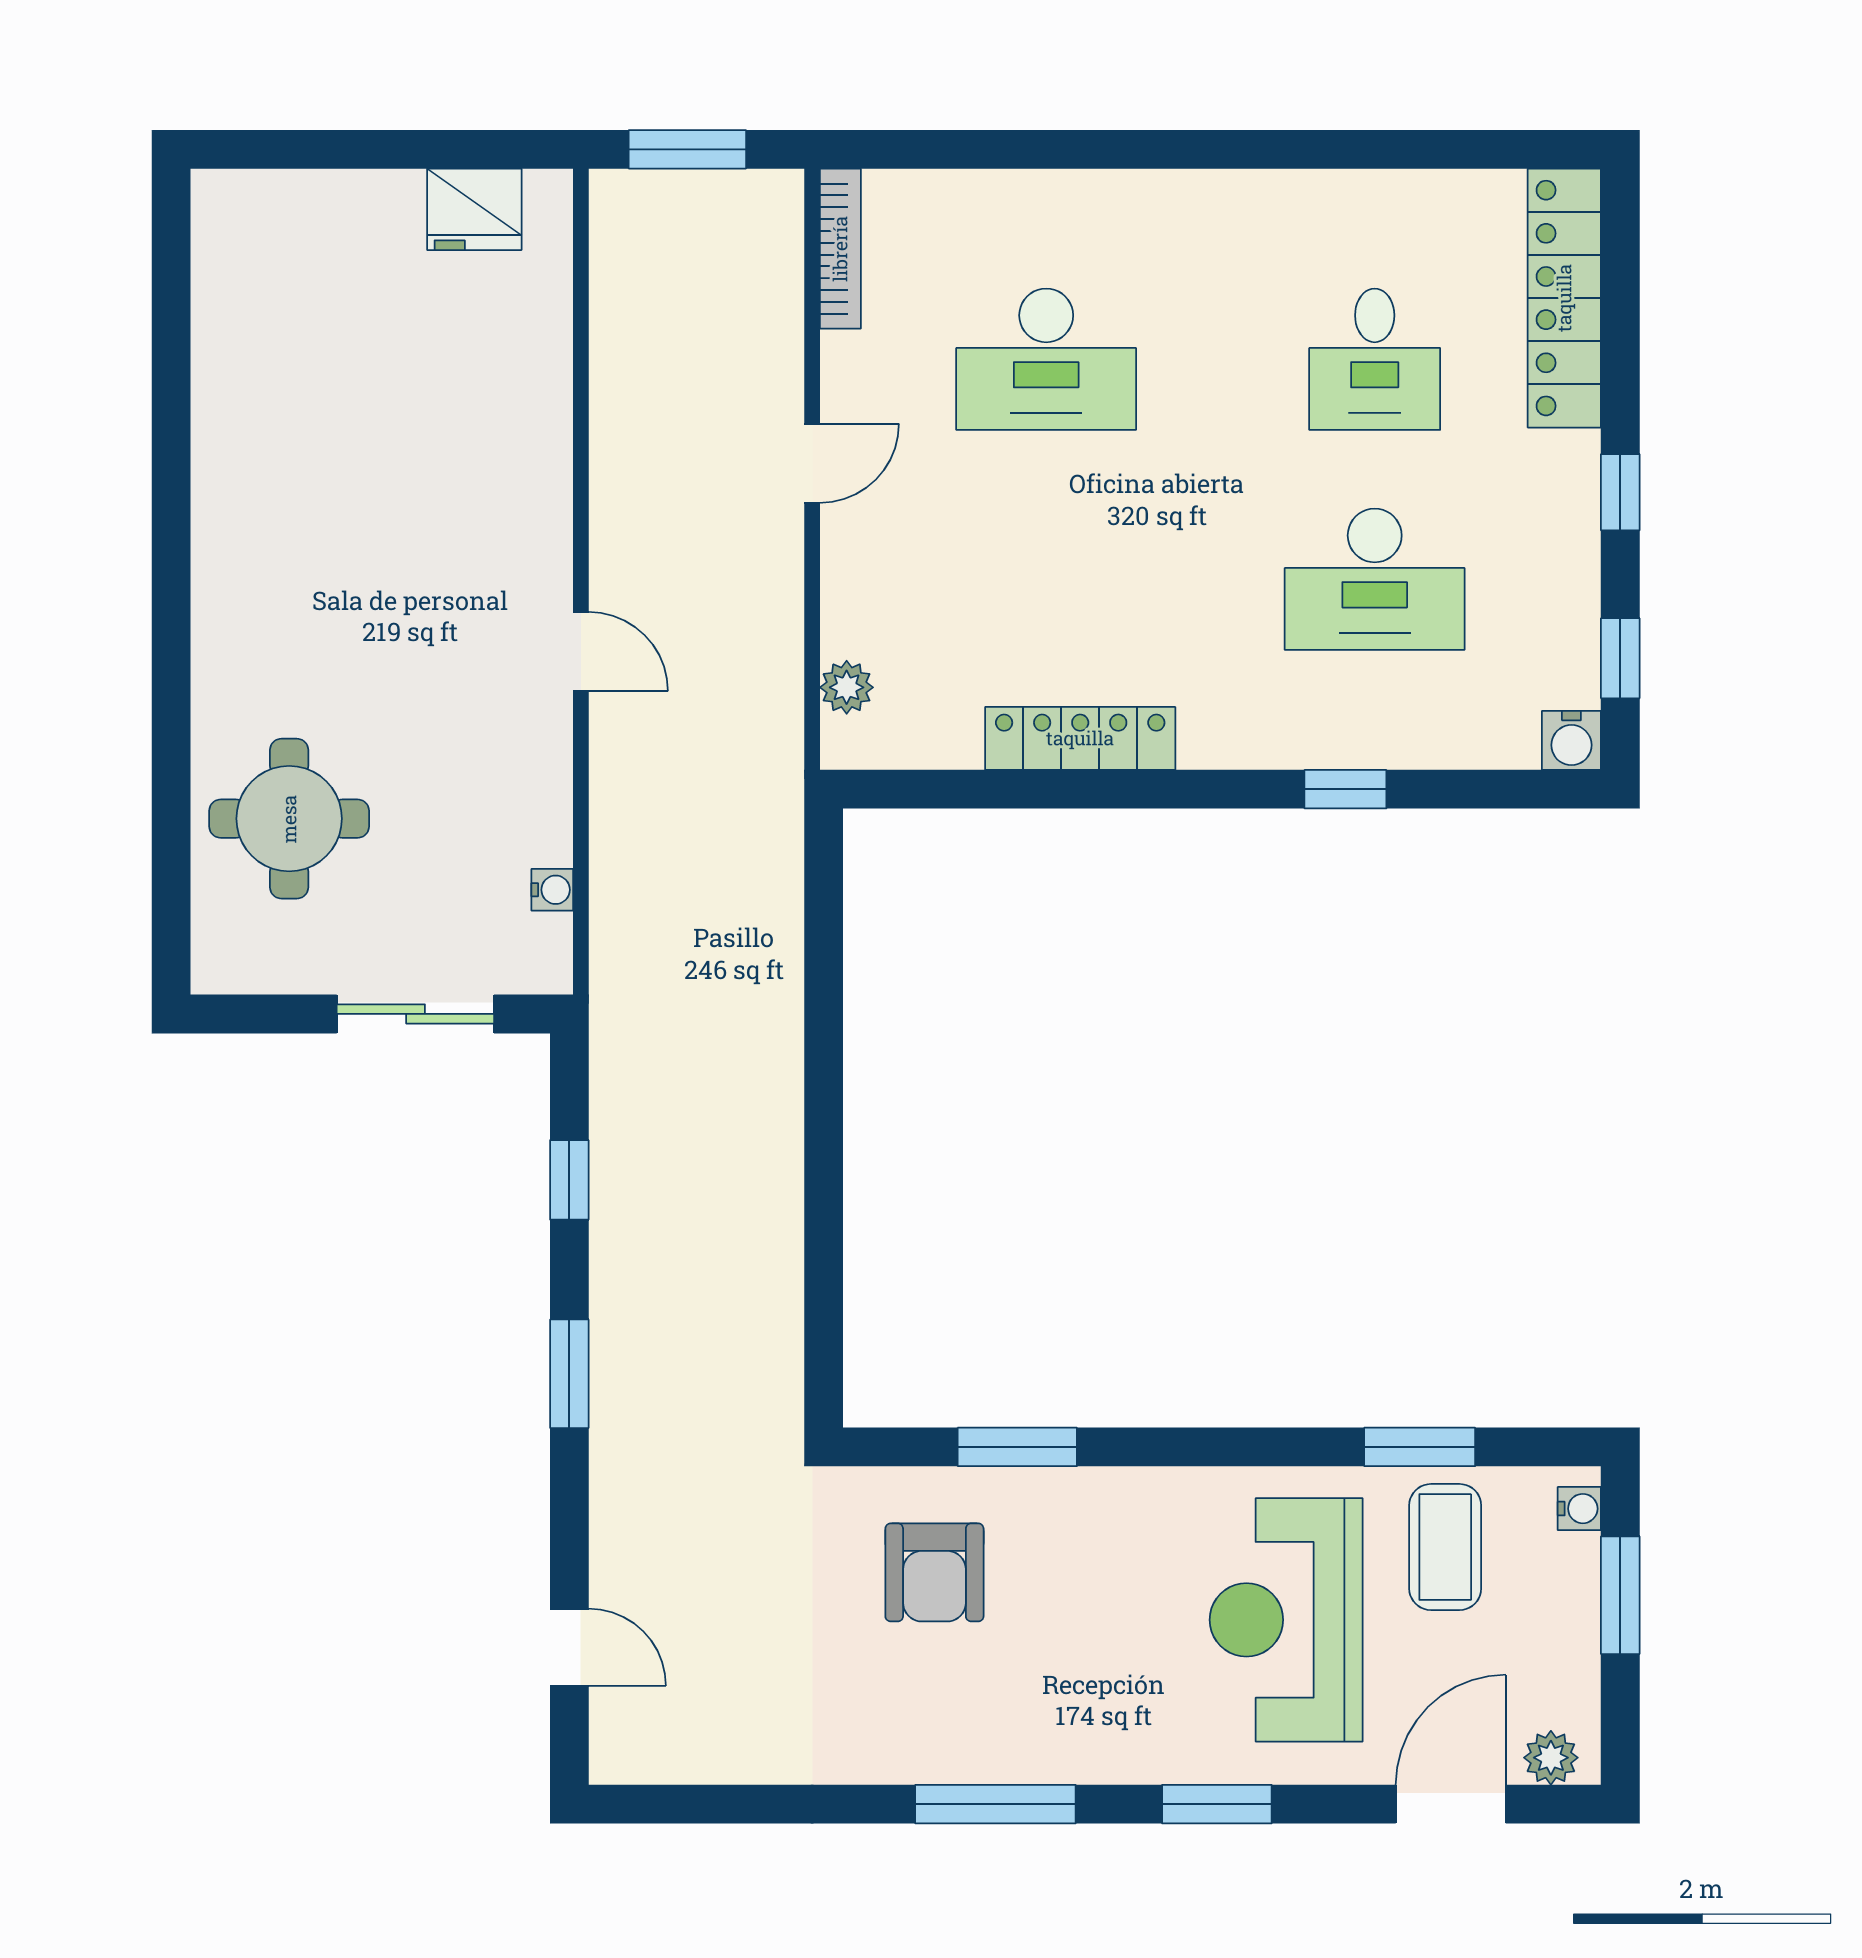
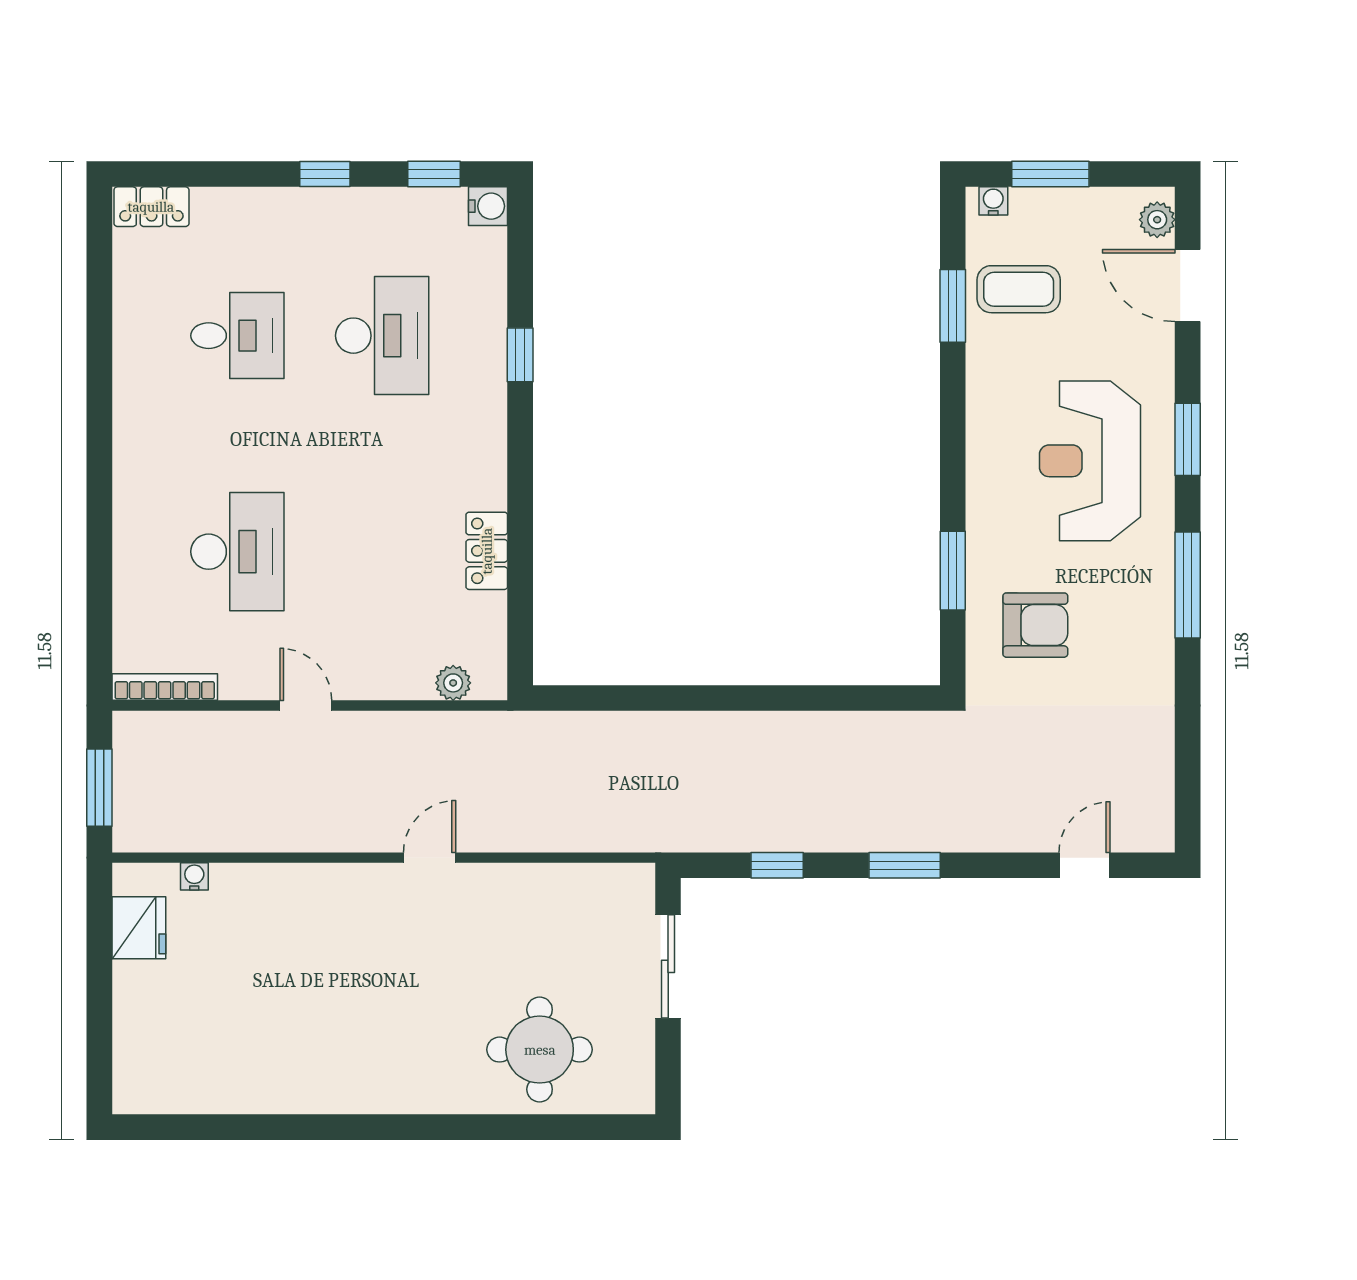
locker: (1564, 298) -> (151, 207), width x0.46, depth x0.83
locker: (1080, 738) -> (487, 551), width x0.66
water cooler: (552, 890) -> (194, 876), moved
reception desk: (1286, 1620) -> (1090, 461), moved, turned 90

